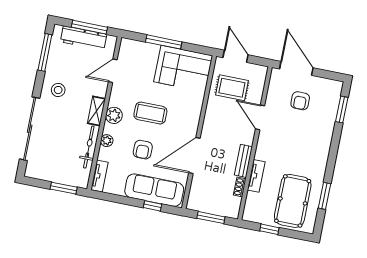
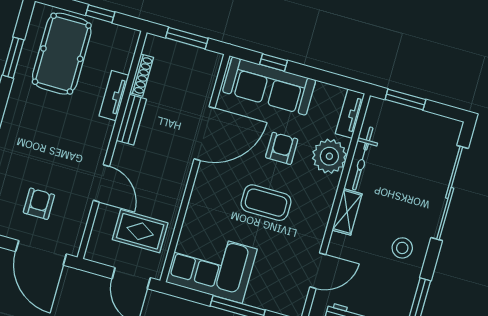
plant: (114, 115) -> (321, 203), removed
plant: (107, 141) -> (329, 156), width x1.88, depth x1.88
shoe rack: (240, 187) -> (142, 75), width x1.43

